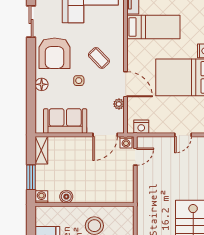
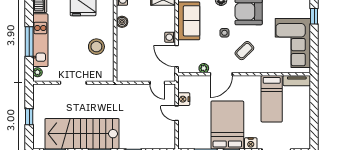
nightstand: (141, 127) -> (184, 99), moved
door: (183, 135) -> (177, 113), moved
washing machine: (126, 142) -> (170, 37), moved

